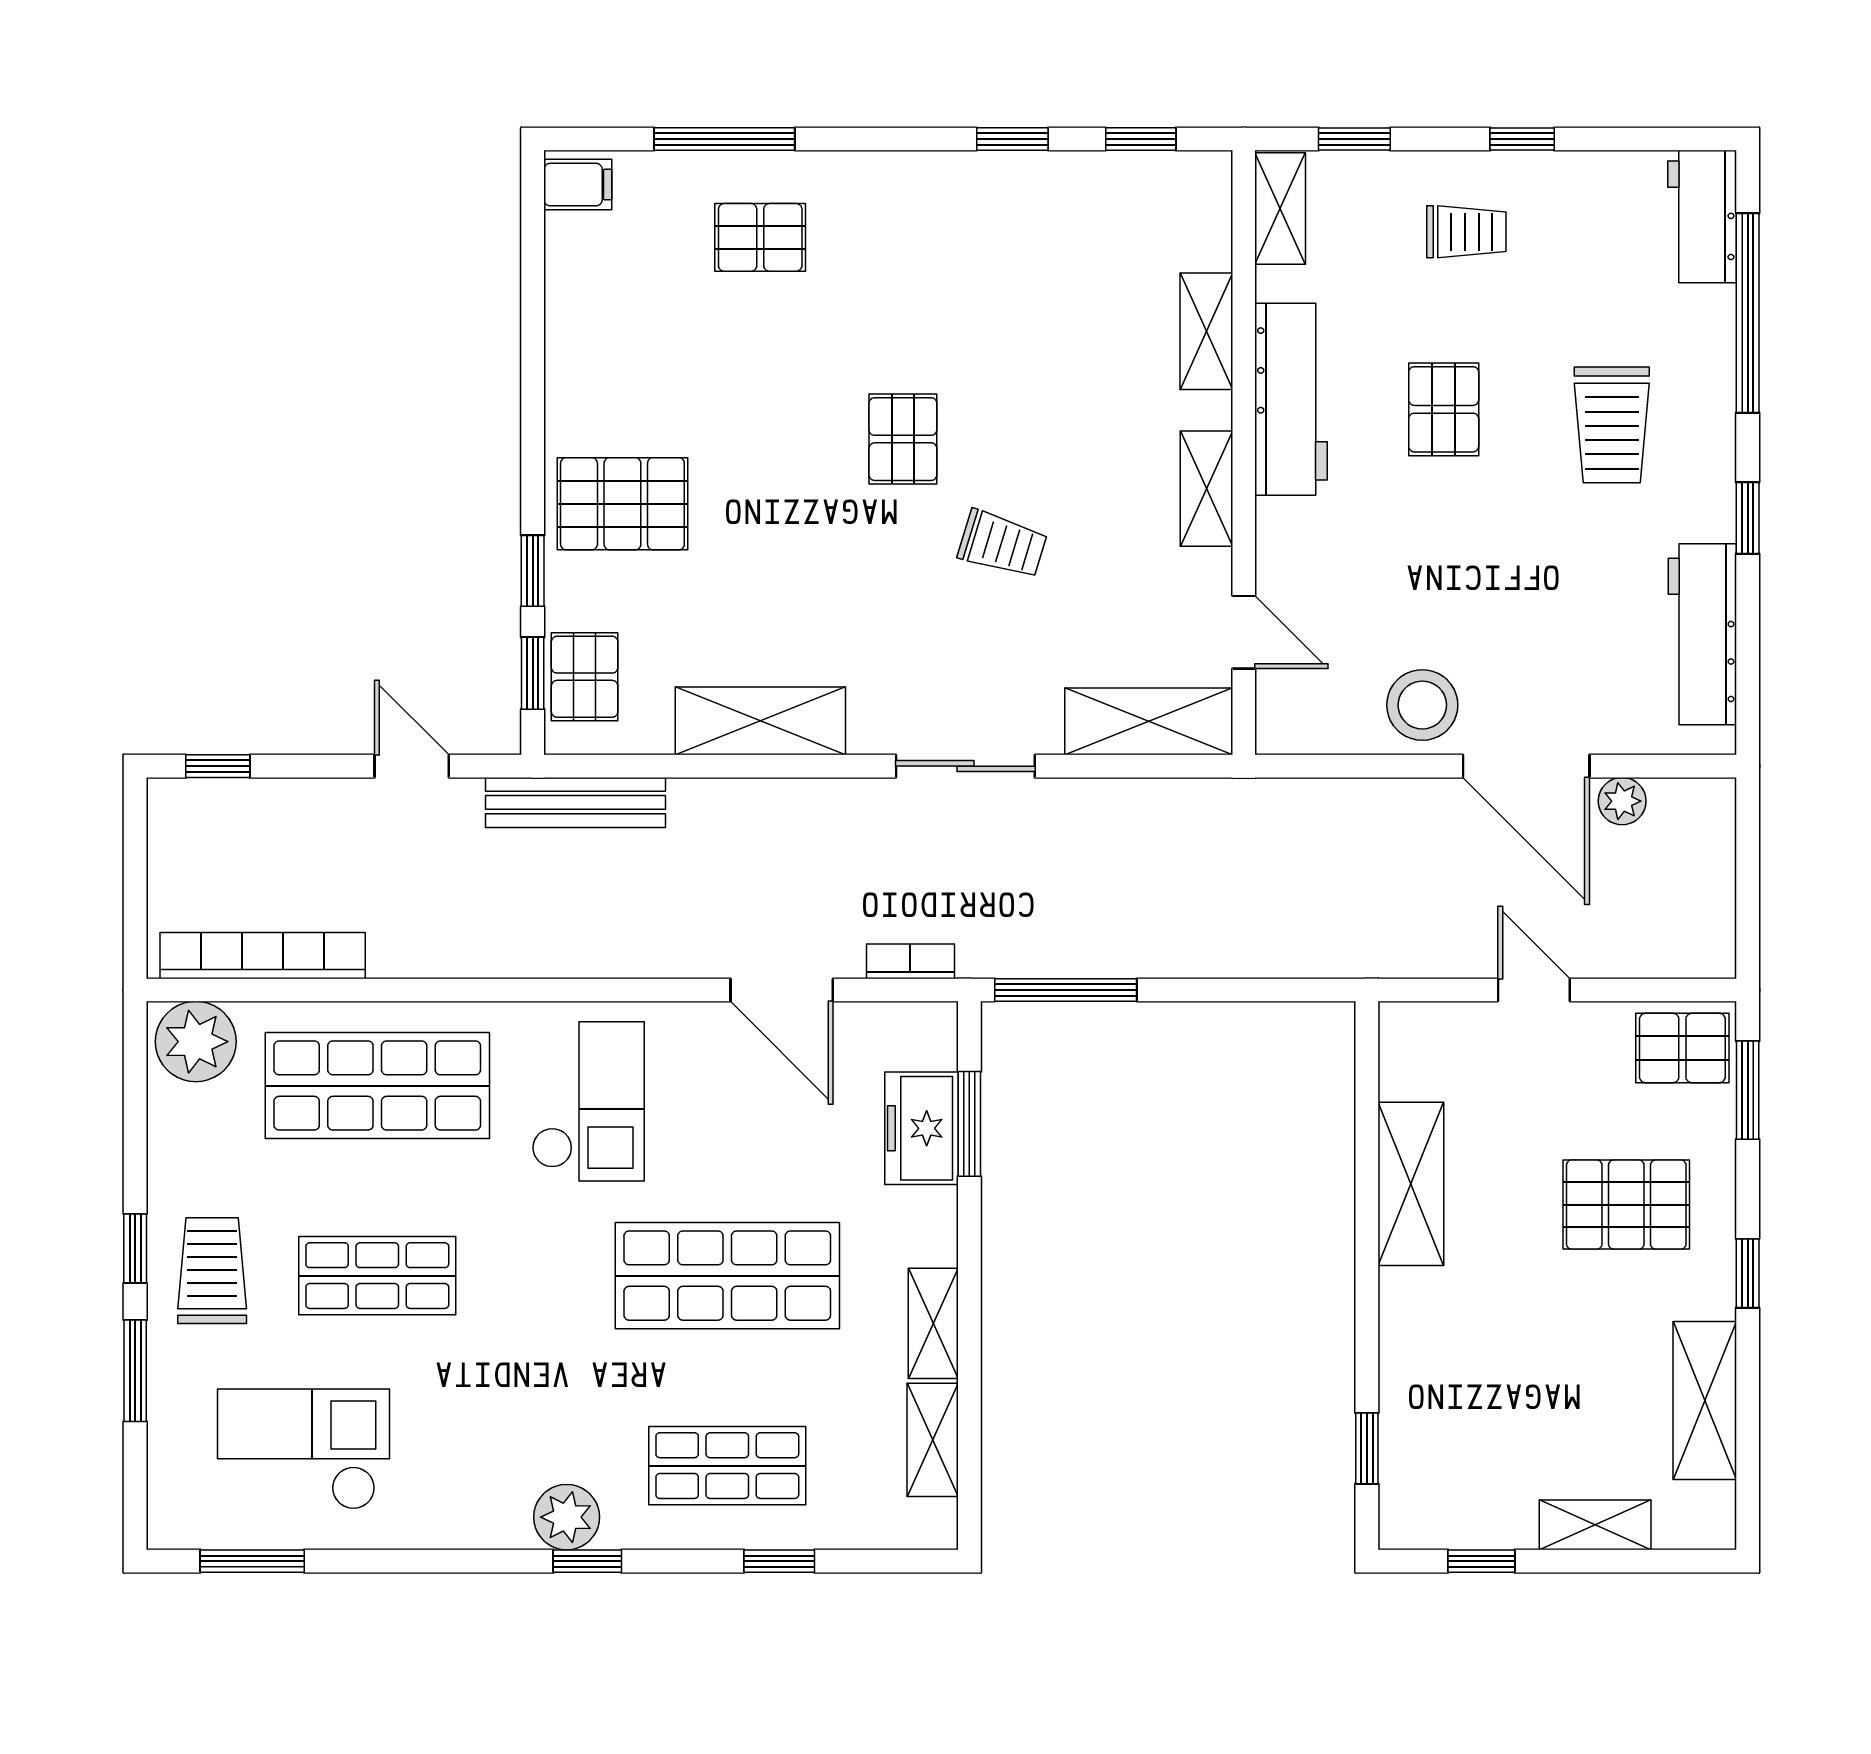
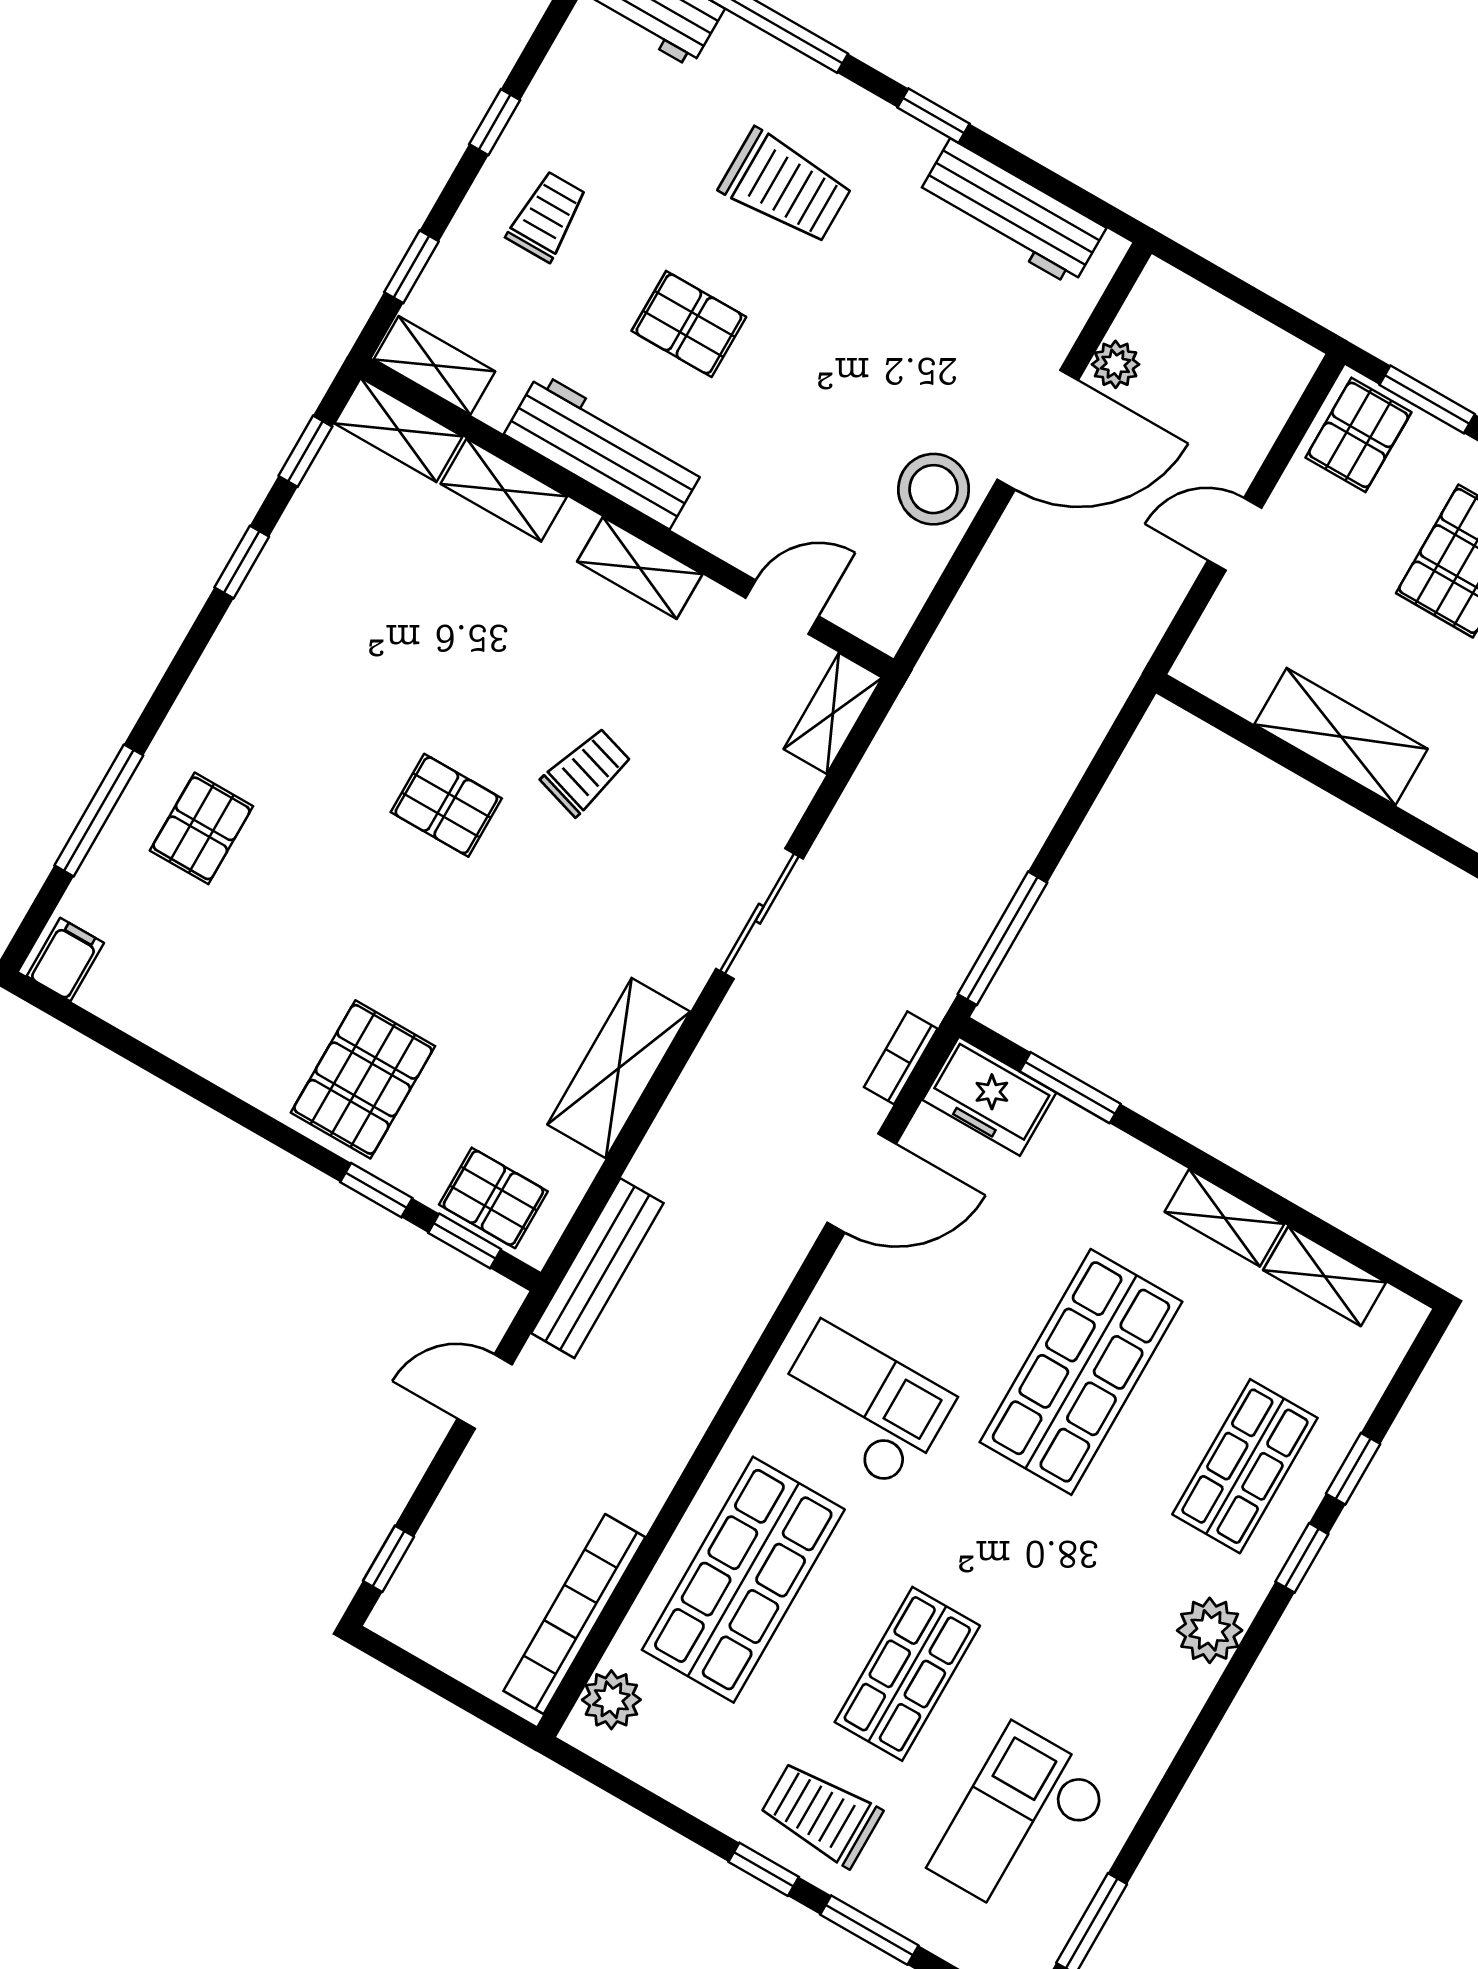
shelving: (1206, 209) -> (398, 430), added
shelving: (1149, 721) -> (833, 713), width x0.67, depth x0.75
plant: (196, 1042) -> (611, 1700), width x0.73, depth x0.73
freezer: (921, 1128) -> (989, 1096), moved
window: (587, 1561) -> (1302, 1558), moved

